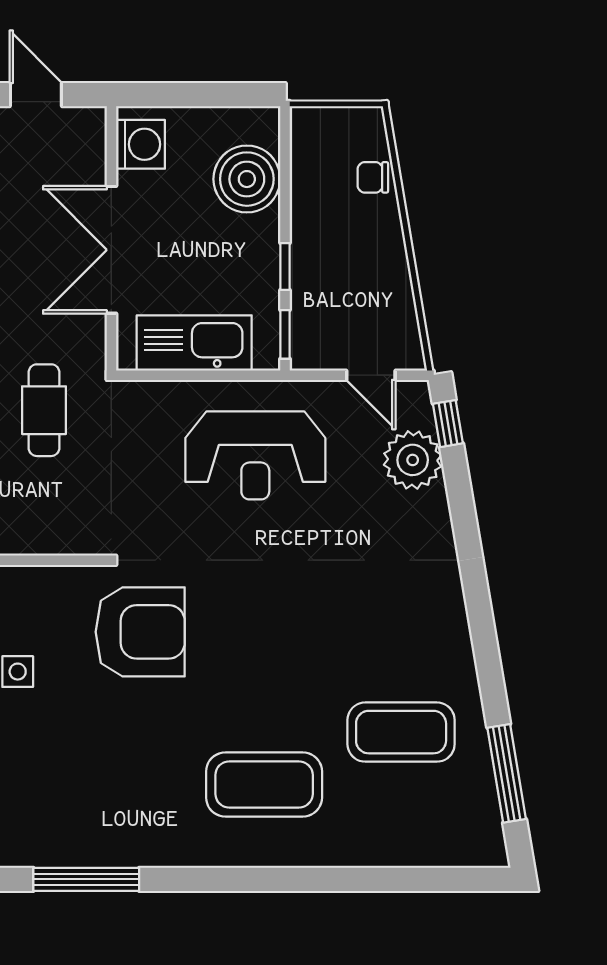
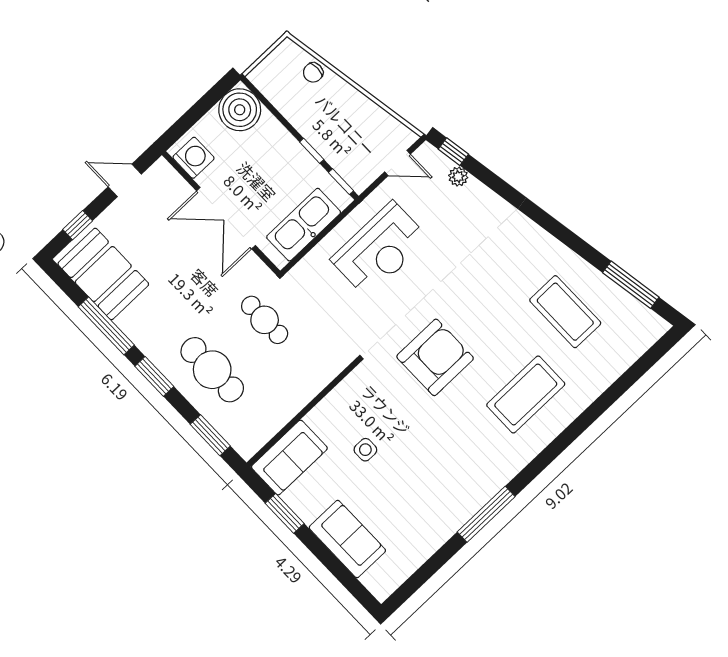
boiler: (247, 179) -> (240, 110), moved
plant: (413, 460) -> (458, 177), width x0.53, depth x0.53
armchair: (140, 632) -> (435, 357), moved
coffee table: (401, 732) -> (565, 312), turned 90

